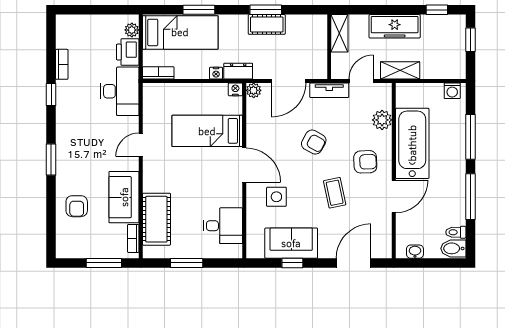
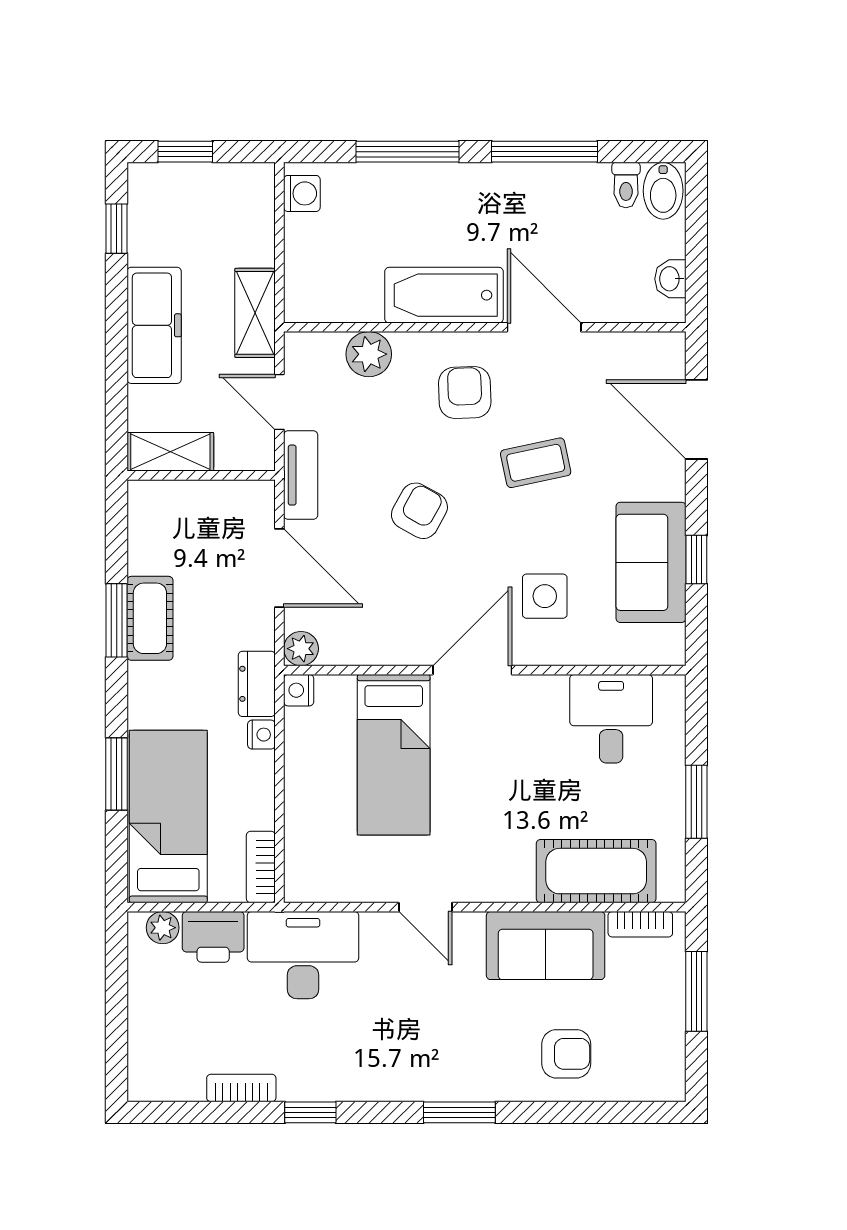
bathtub: (412, 143) -> (444, 295), width x0.73, depth x0.73

